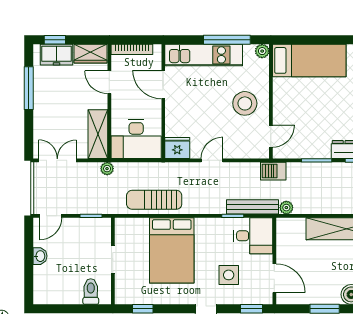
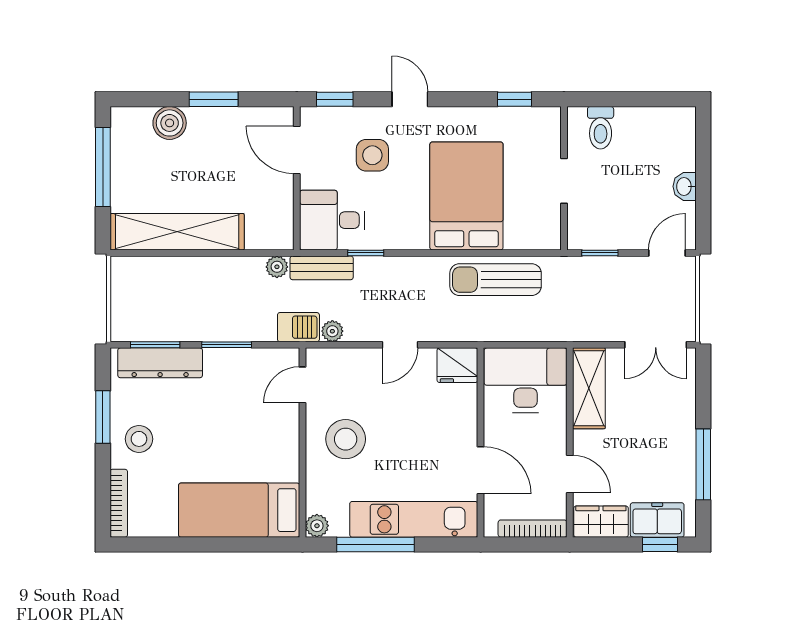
plant: (107, 169) -> (332, 331), moved
sun lounger: (154, 200) -> (496, 280), turned 180
bench: (252, 207) -> (322, 268), width x0.73

